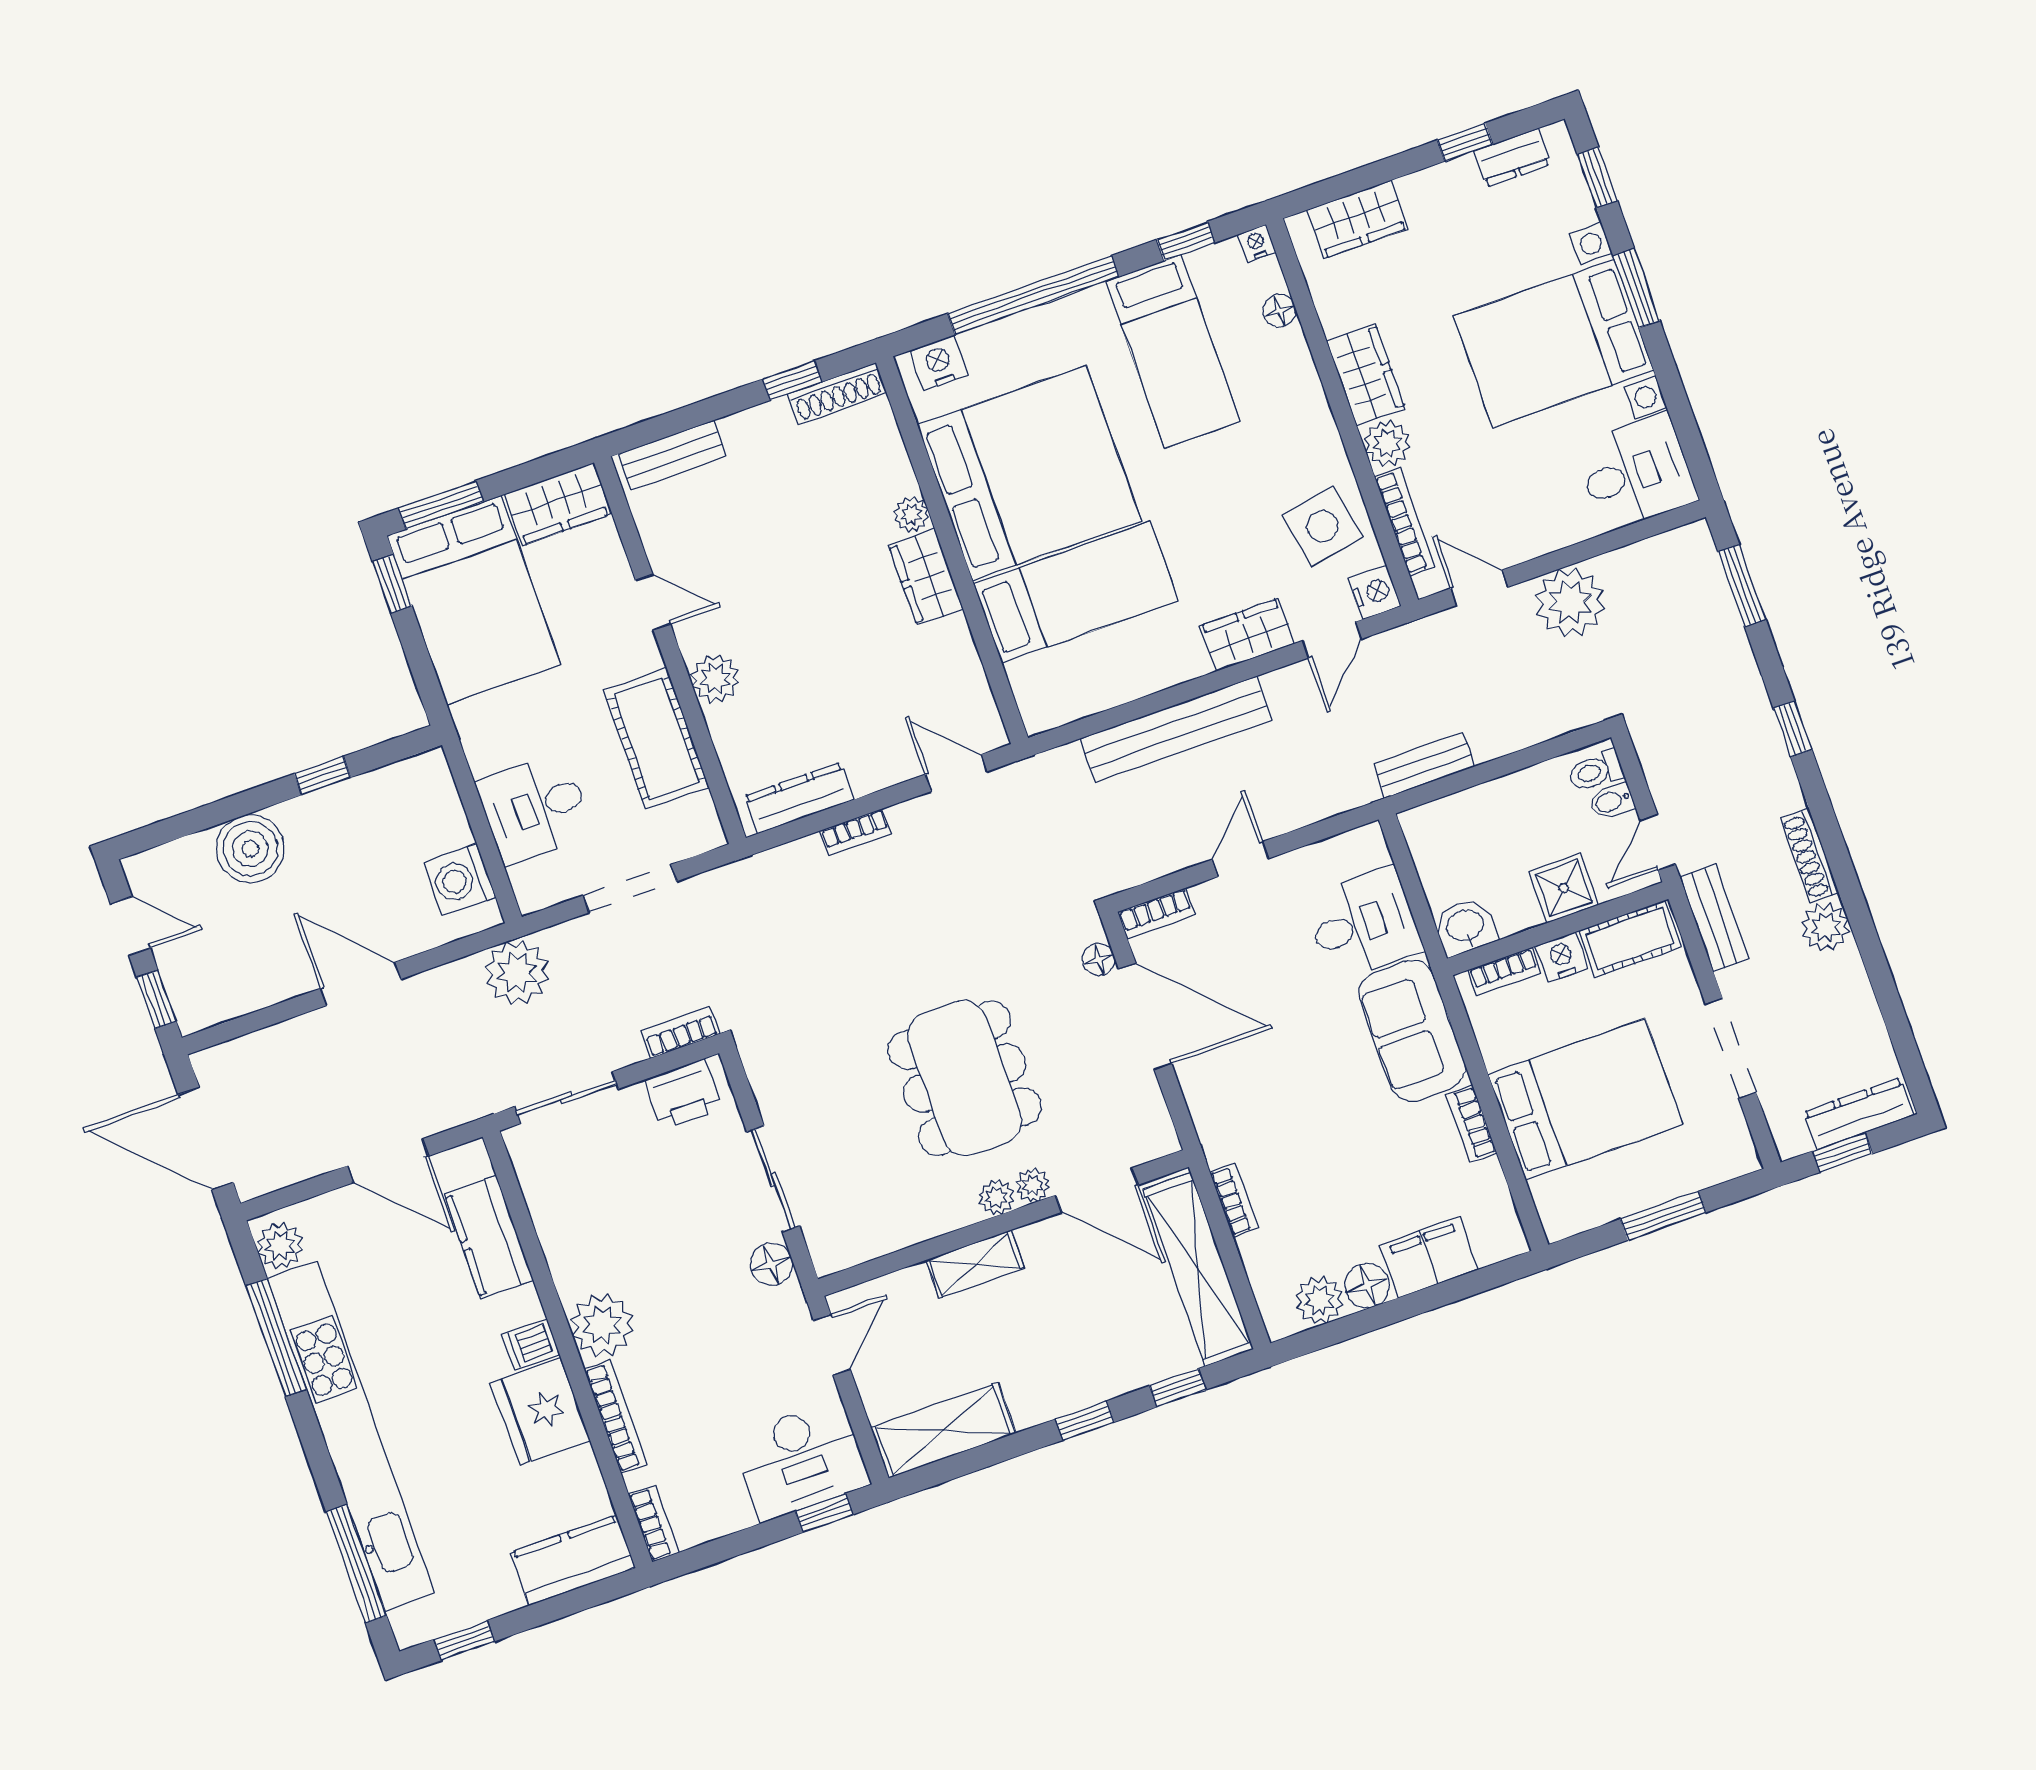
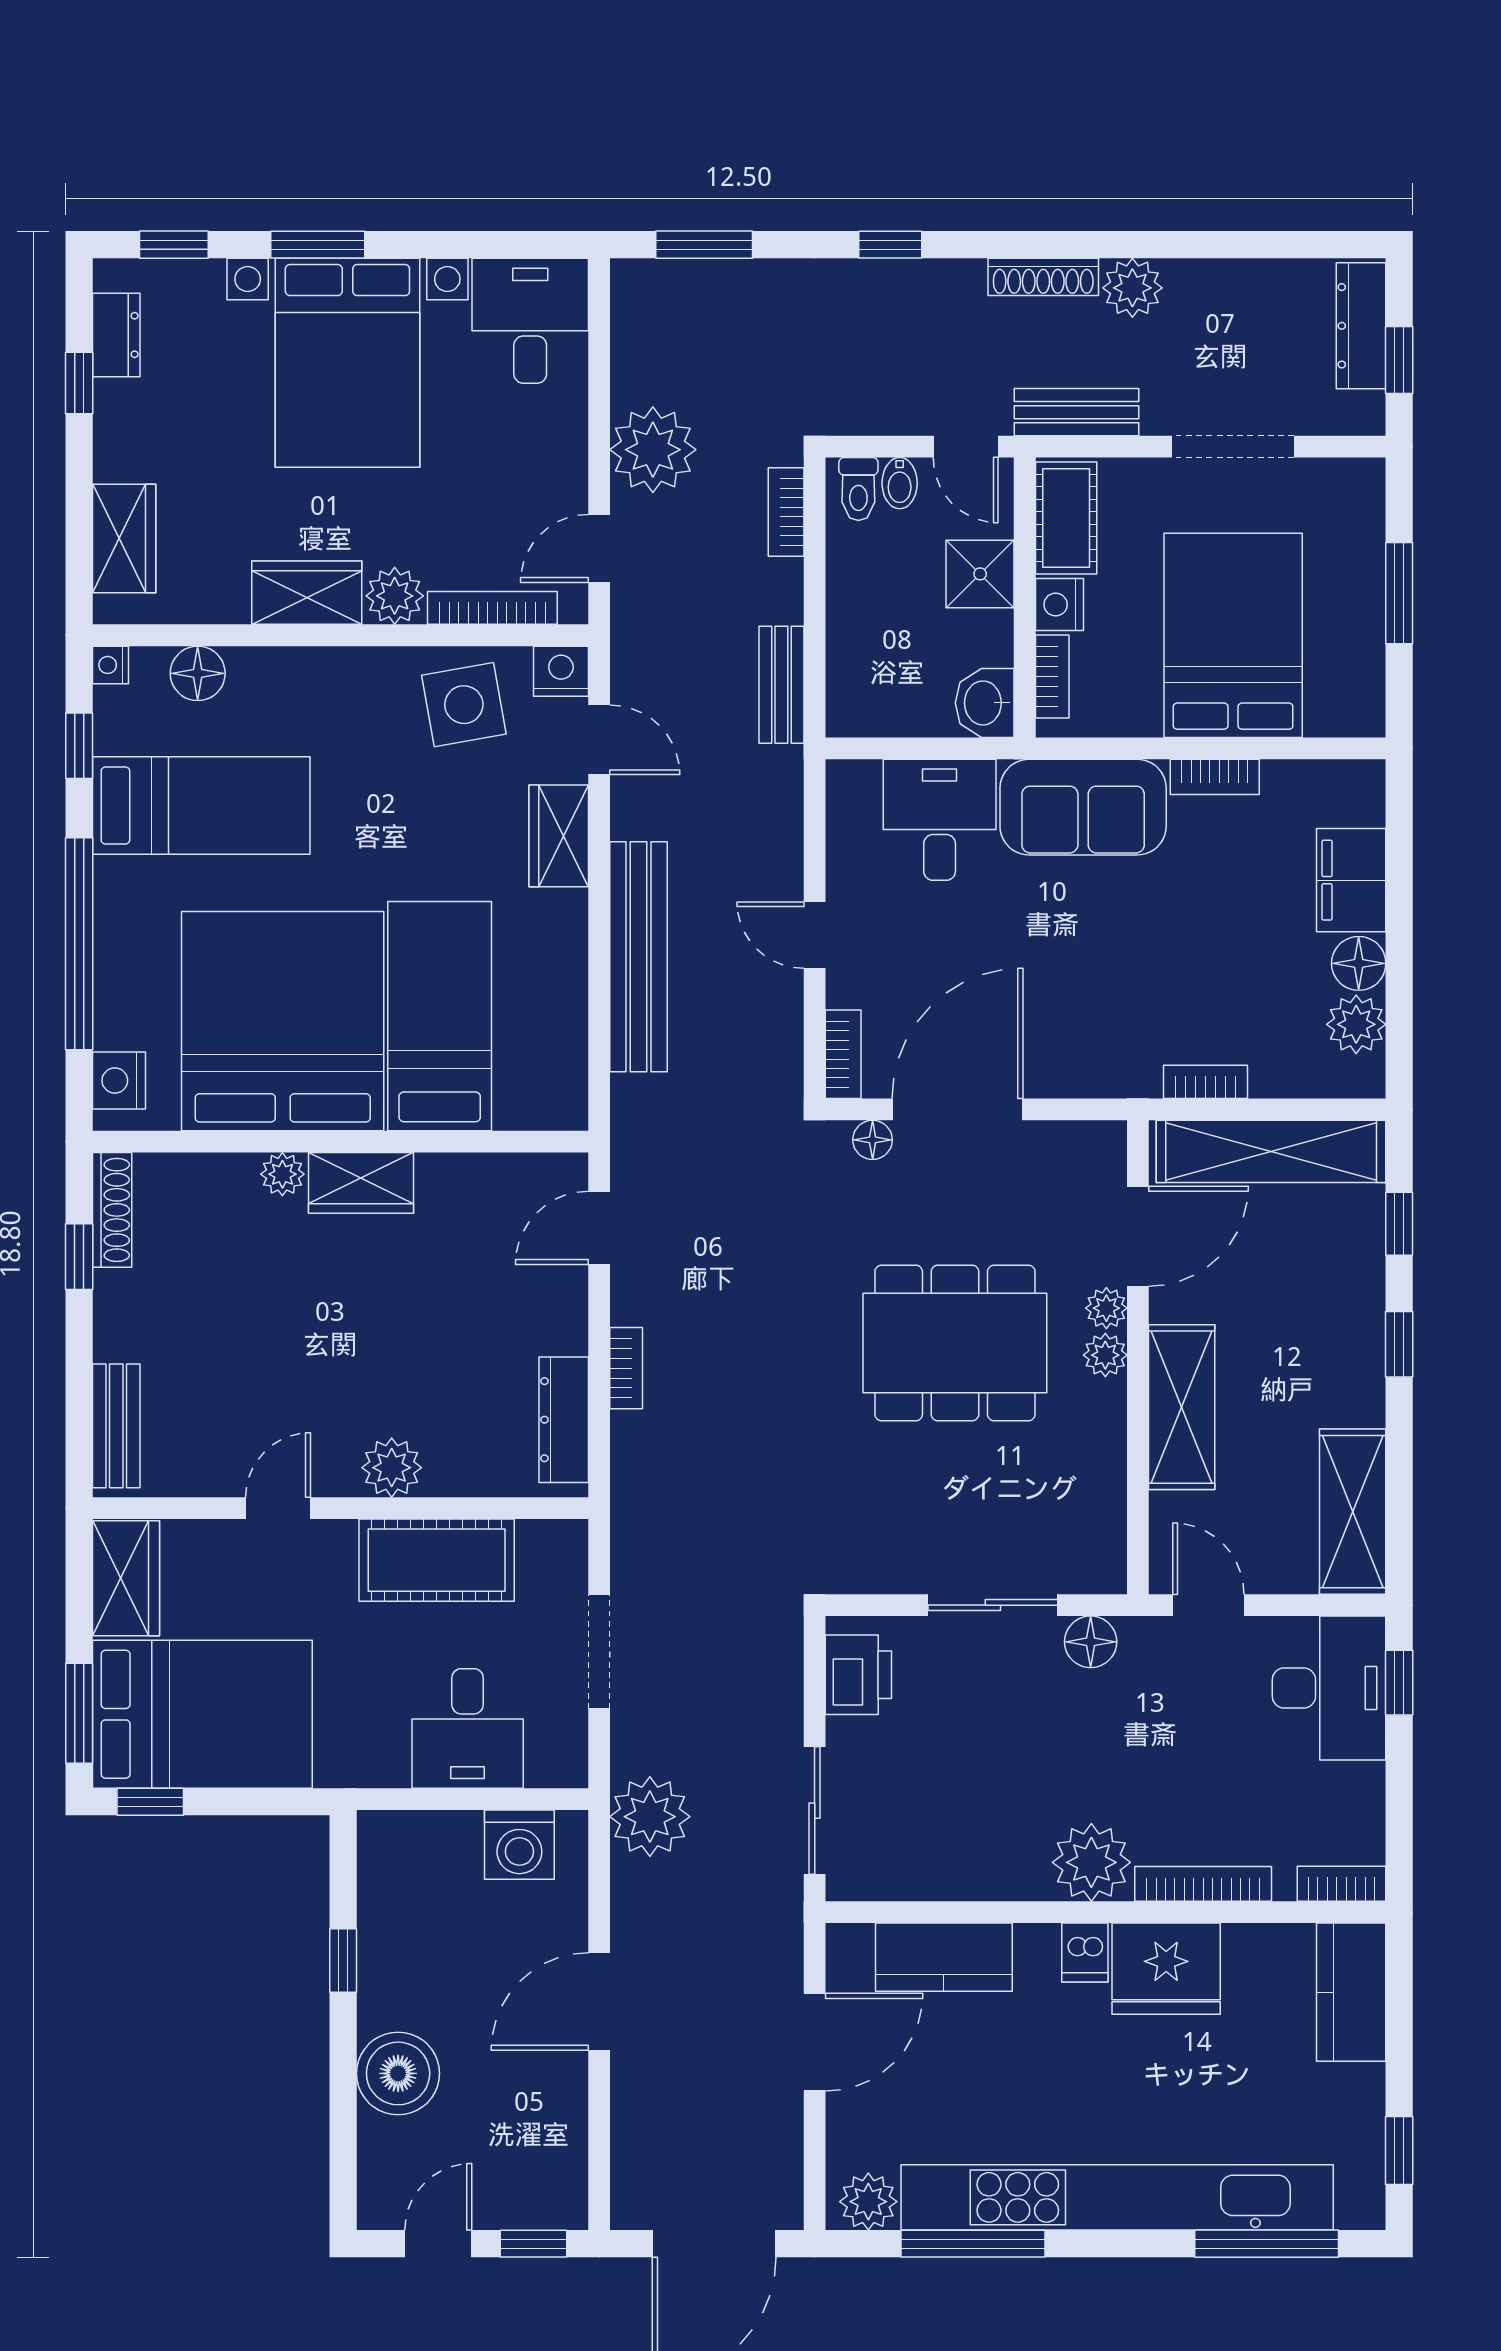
floor lamp: (1279, 311) -> (198, 673), width x1.37, depth x1.37
bookcase: (680, 1033) -> (786, 512), moved
shelving: (975, 1264) -> (1182, 1407), width x1.50, depth x1.33

